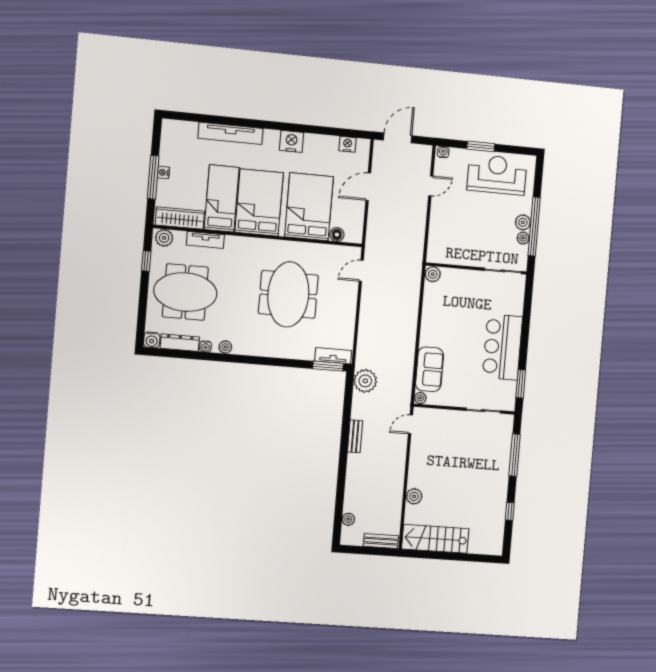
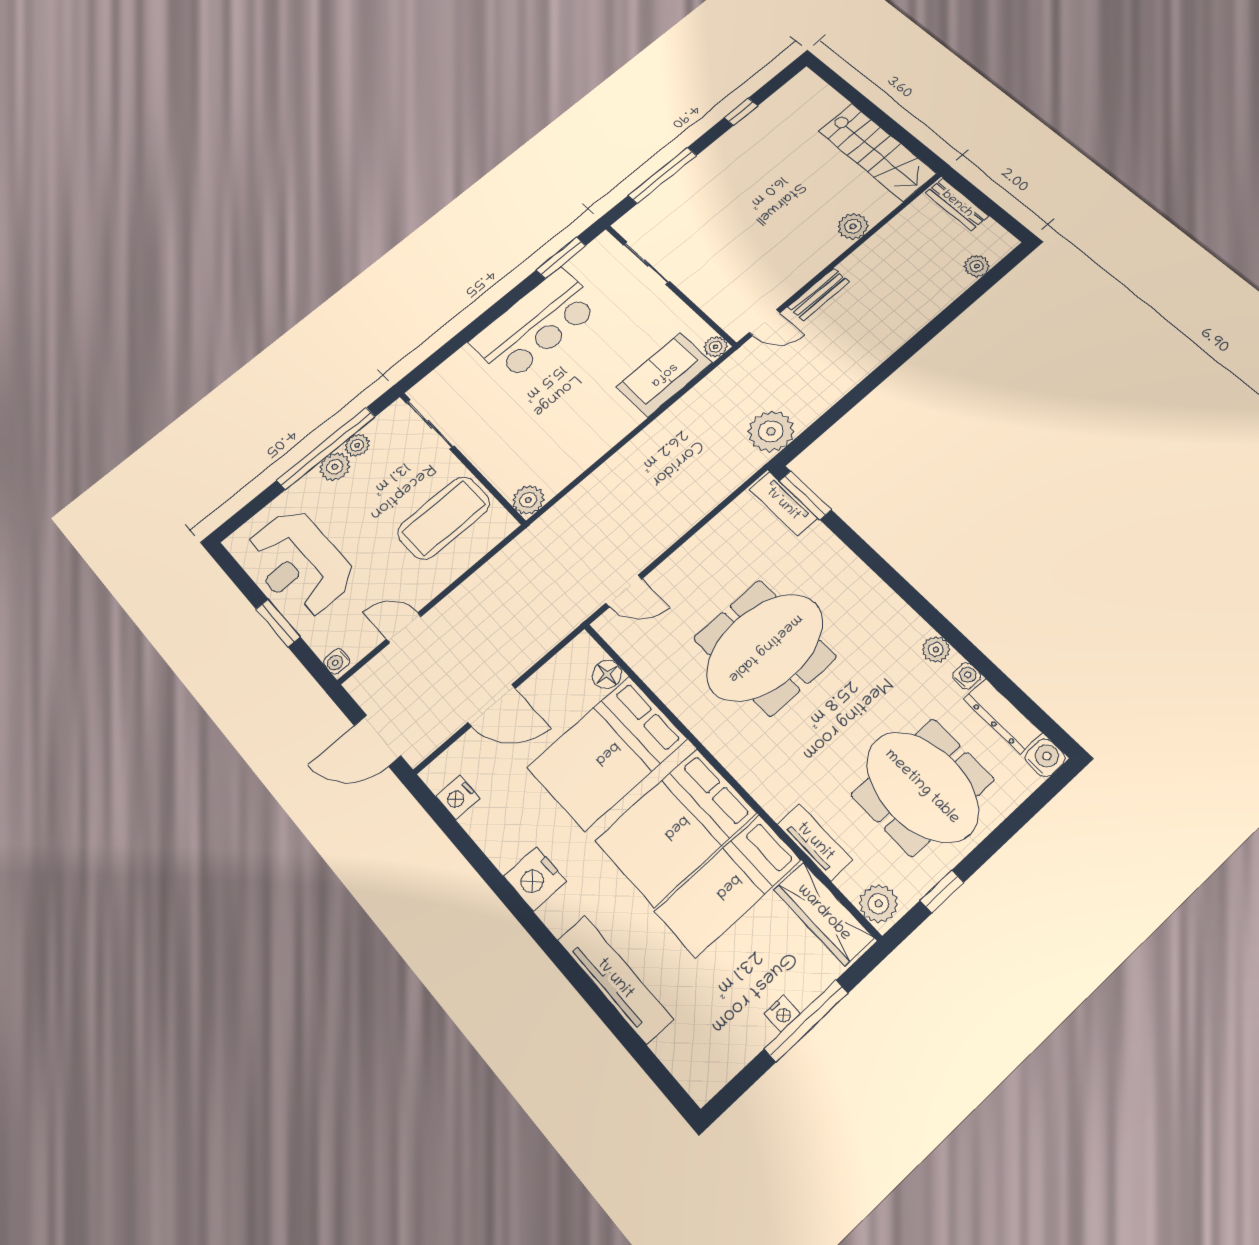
coffee table: (459, 239) -> (444, 518), added
bench: (355, 436) -> (819, 294), moved

